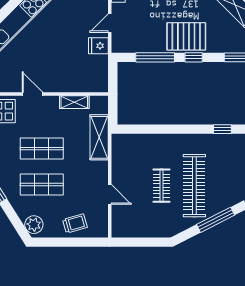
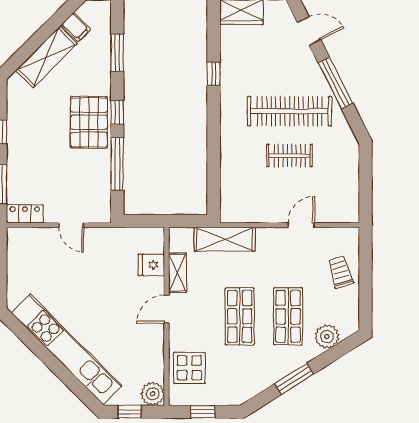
fridge: (98, 46) -> (151, 265), moved, turned 90
door: (32, 94) -> (166, 309), moved
plant: (34, 225) -> (327, 336), moved

